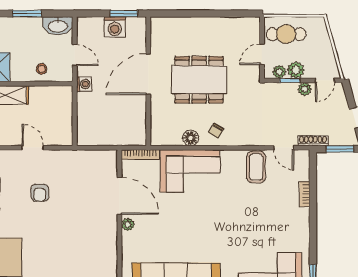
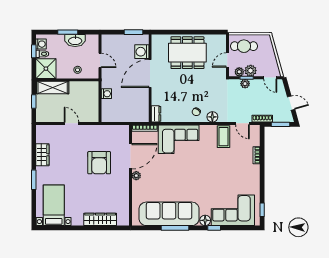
washbasin: (58, 26) -> (75, 41), moved
washing machine: (115, 27) -> (142, 52), moved, turned 90
dining table: (199, 80) -> (187, 53), moved
door: (325, 80) -> (270, 78), hinge flipped
washing machine: (84, 84) -> (106, 94), moved
plant: (305, 89) -> (245, 84), moved
dresser: (157, 134) -> (156, 114), added
floor lamp: (191, 138) -> (212, 117), moved
armchair: (40, 193) -> (99, 163), moved, width x1.88, depth x1.88
door: (119, 196) -> (131, 156), hinge flipped

